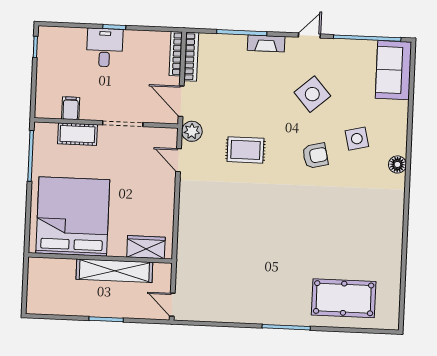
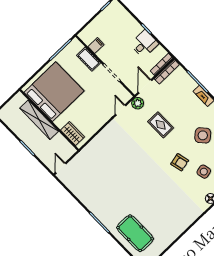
desk: (105, 48) -> (144, 44), moved
rug: (245, 150) -> (161, 125), moved
shelving: (114, 271) -> (39, 120), moved

